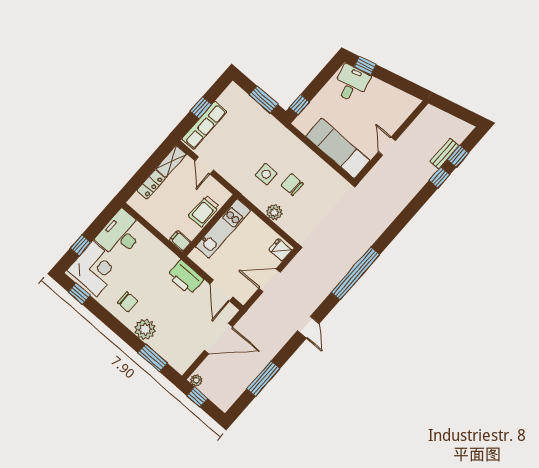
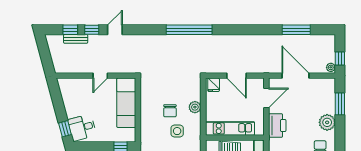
door: (308, 327) -> (115, 30), moved

